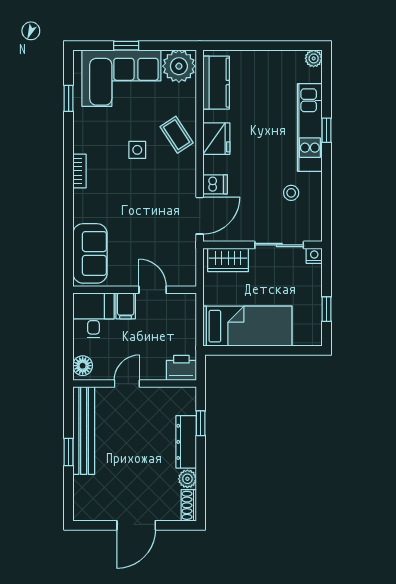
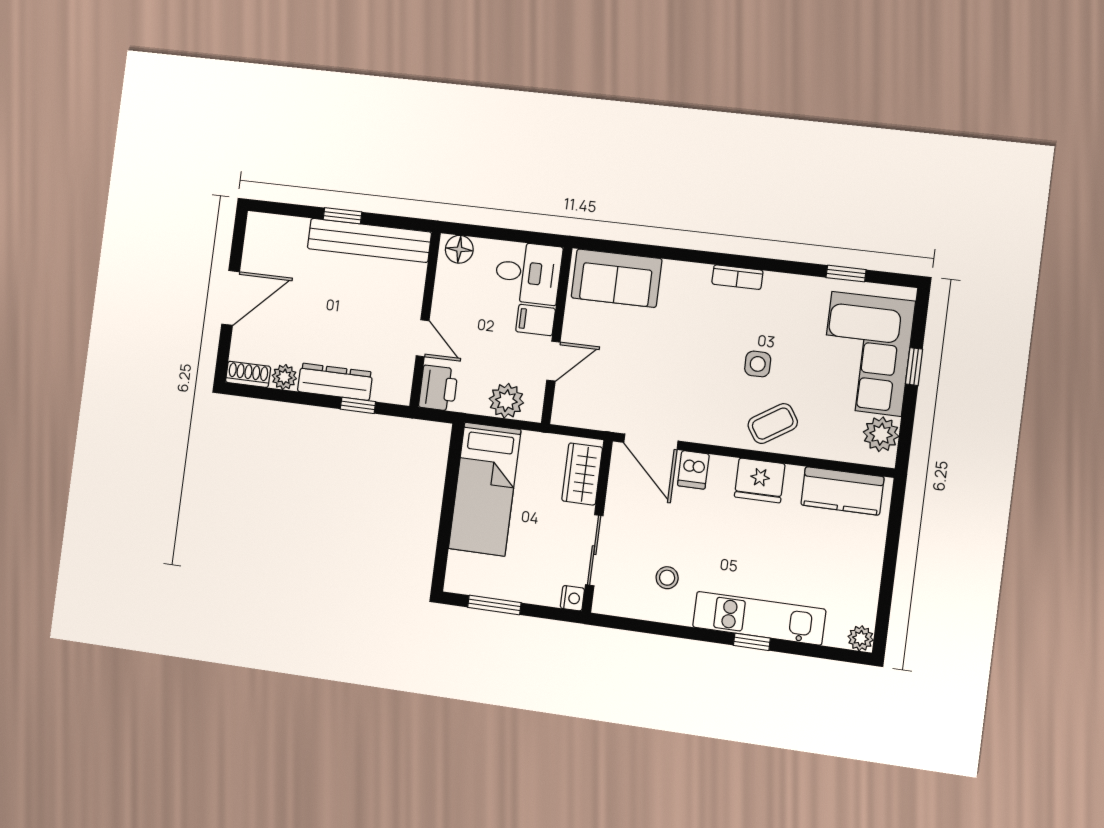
plant: (179, 66) -> (881, 434), width x0.73, depth x0.73
window: (327, 309) -> (494, 605), width x1.50
plant: (184, 319) -> (506, 401), added
door: (127, 384) -> (423, 338), moved
door: (136, 525) -> (231, 298), swing flipped

